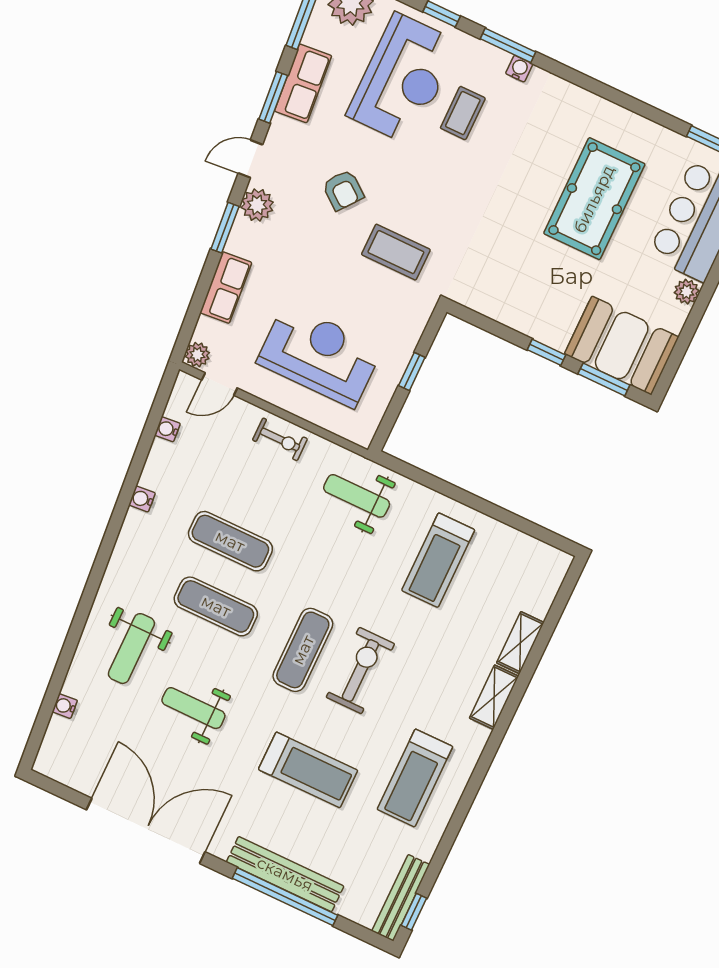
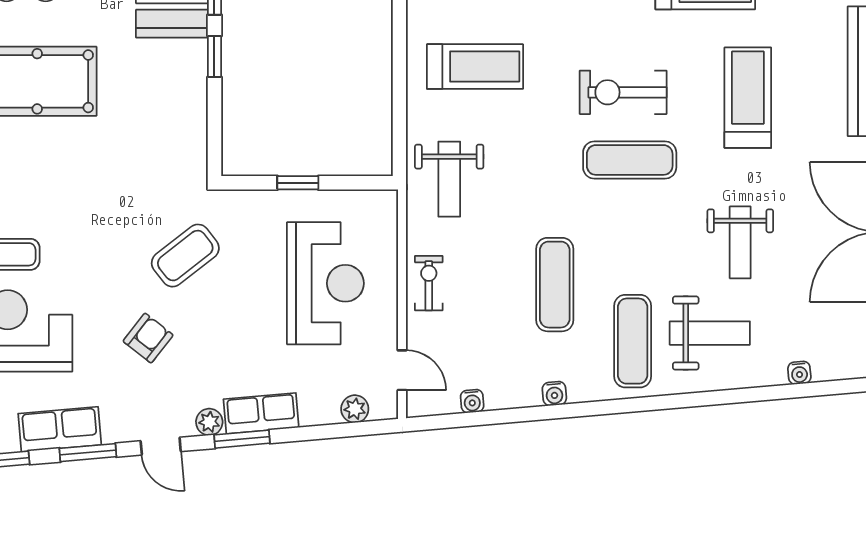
plant: (257, 205) -> (209, 422), width x0.73, depth x0.73
coffee table: (396, 252) -> (185, 256), turned 52
row of seats: (226, 288) -> (261, 413), moved
plant: (197, 355) -> (355, 409), moved
reception desk: (320, 355) -> (325, 283), turned 180
exercise mat: (216, 606) -> (633, 341), moved

